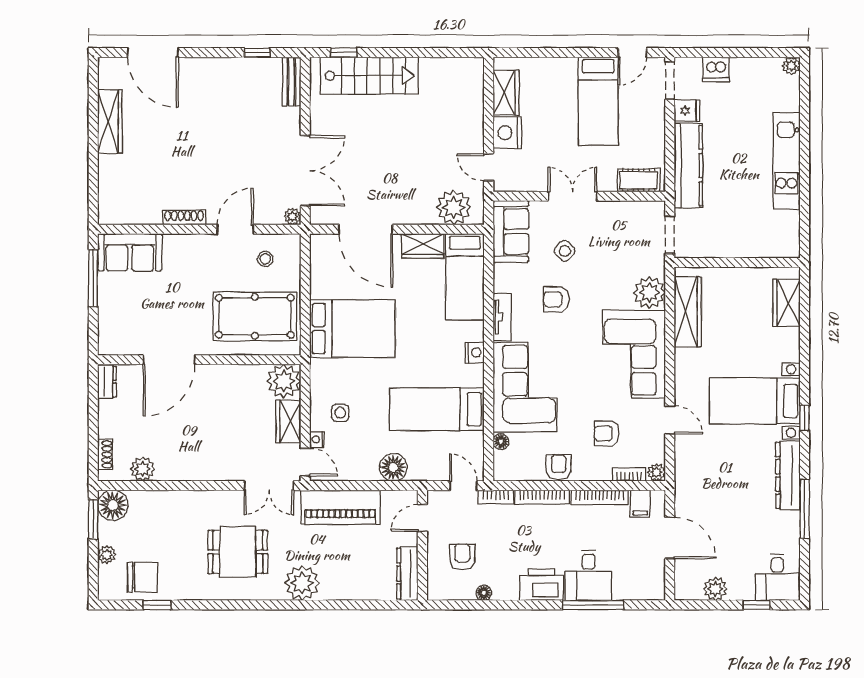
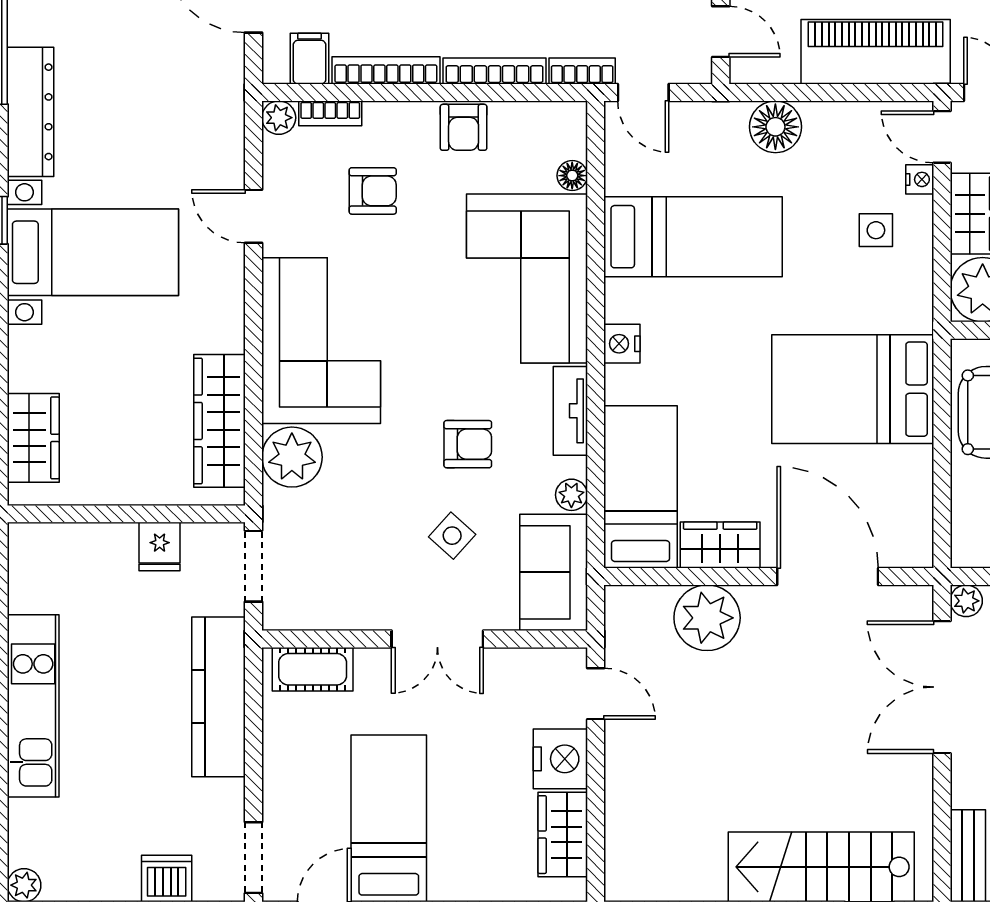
fridge: (687, 111) -> (160, 547), moved, turned -90
plant: (454, 207) -> (707, 618), moved
plant: (501, 273) -> (571, 495), added
door: (422, 518) -> (721, 32), hinge flipped

